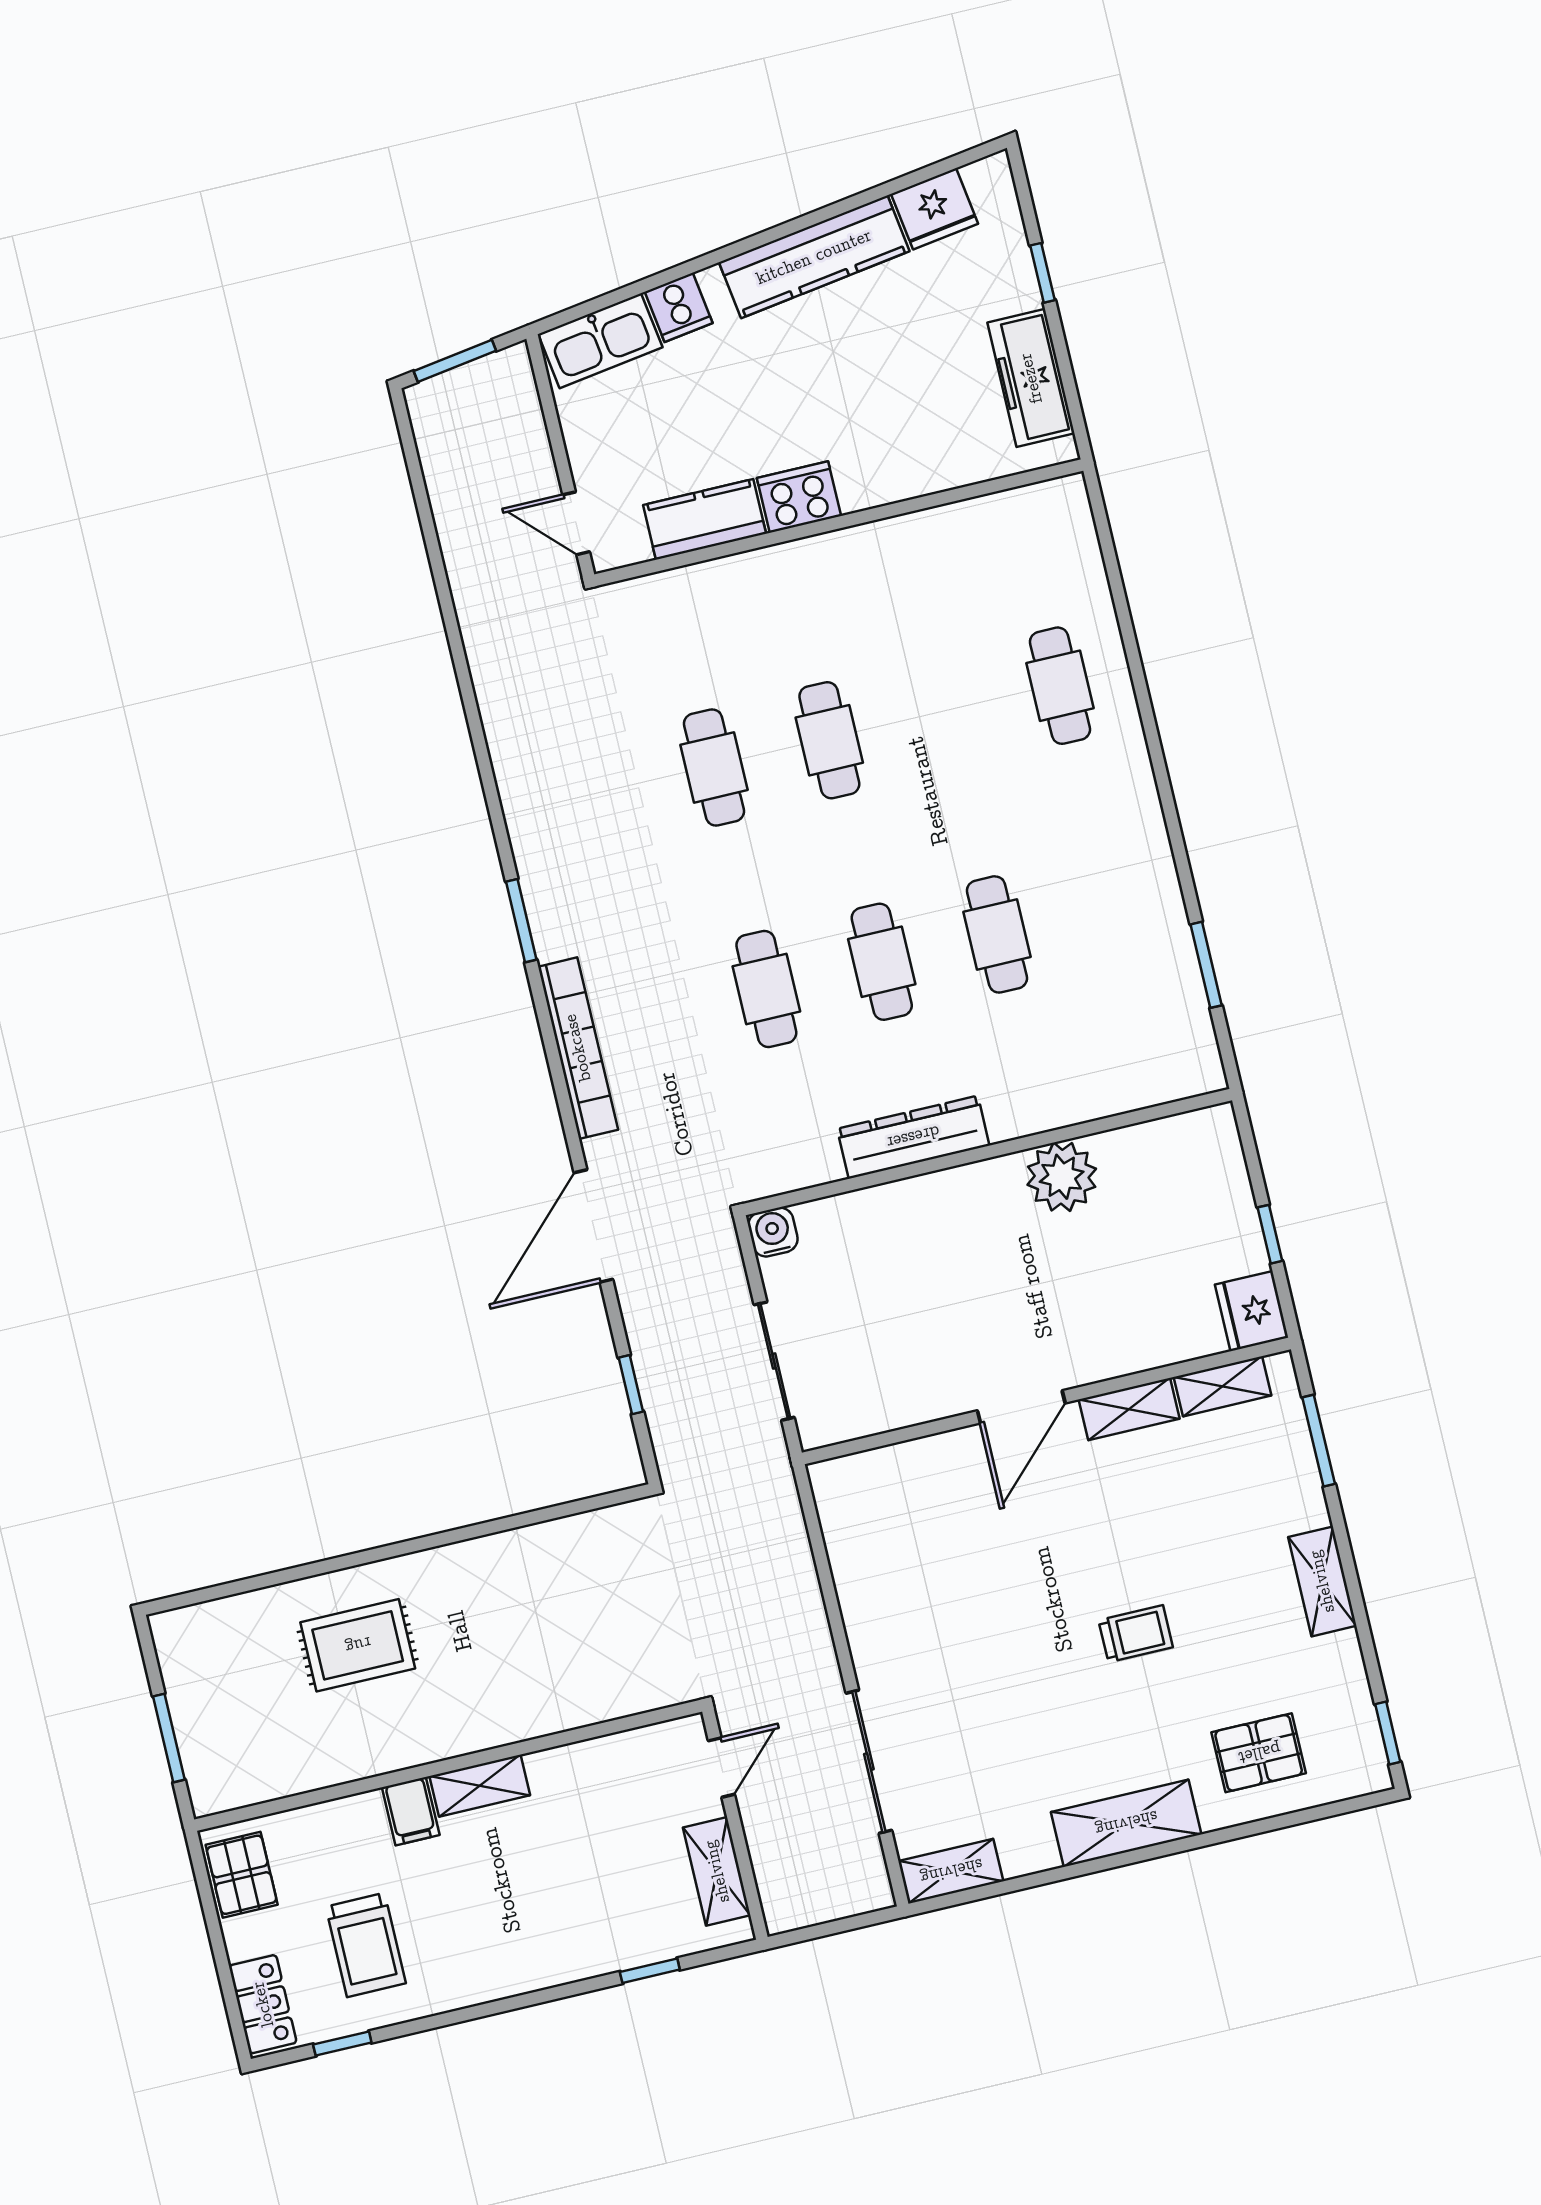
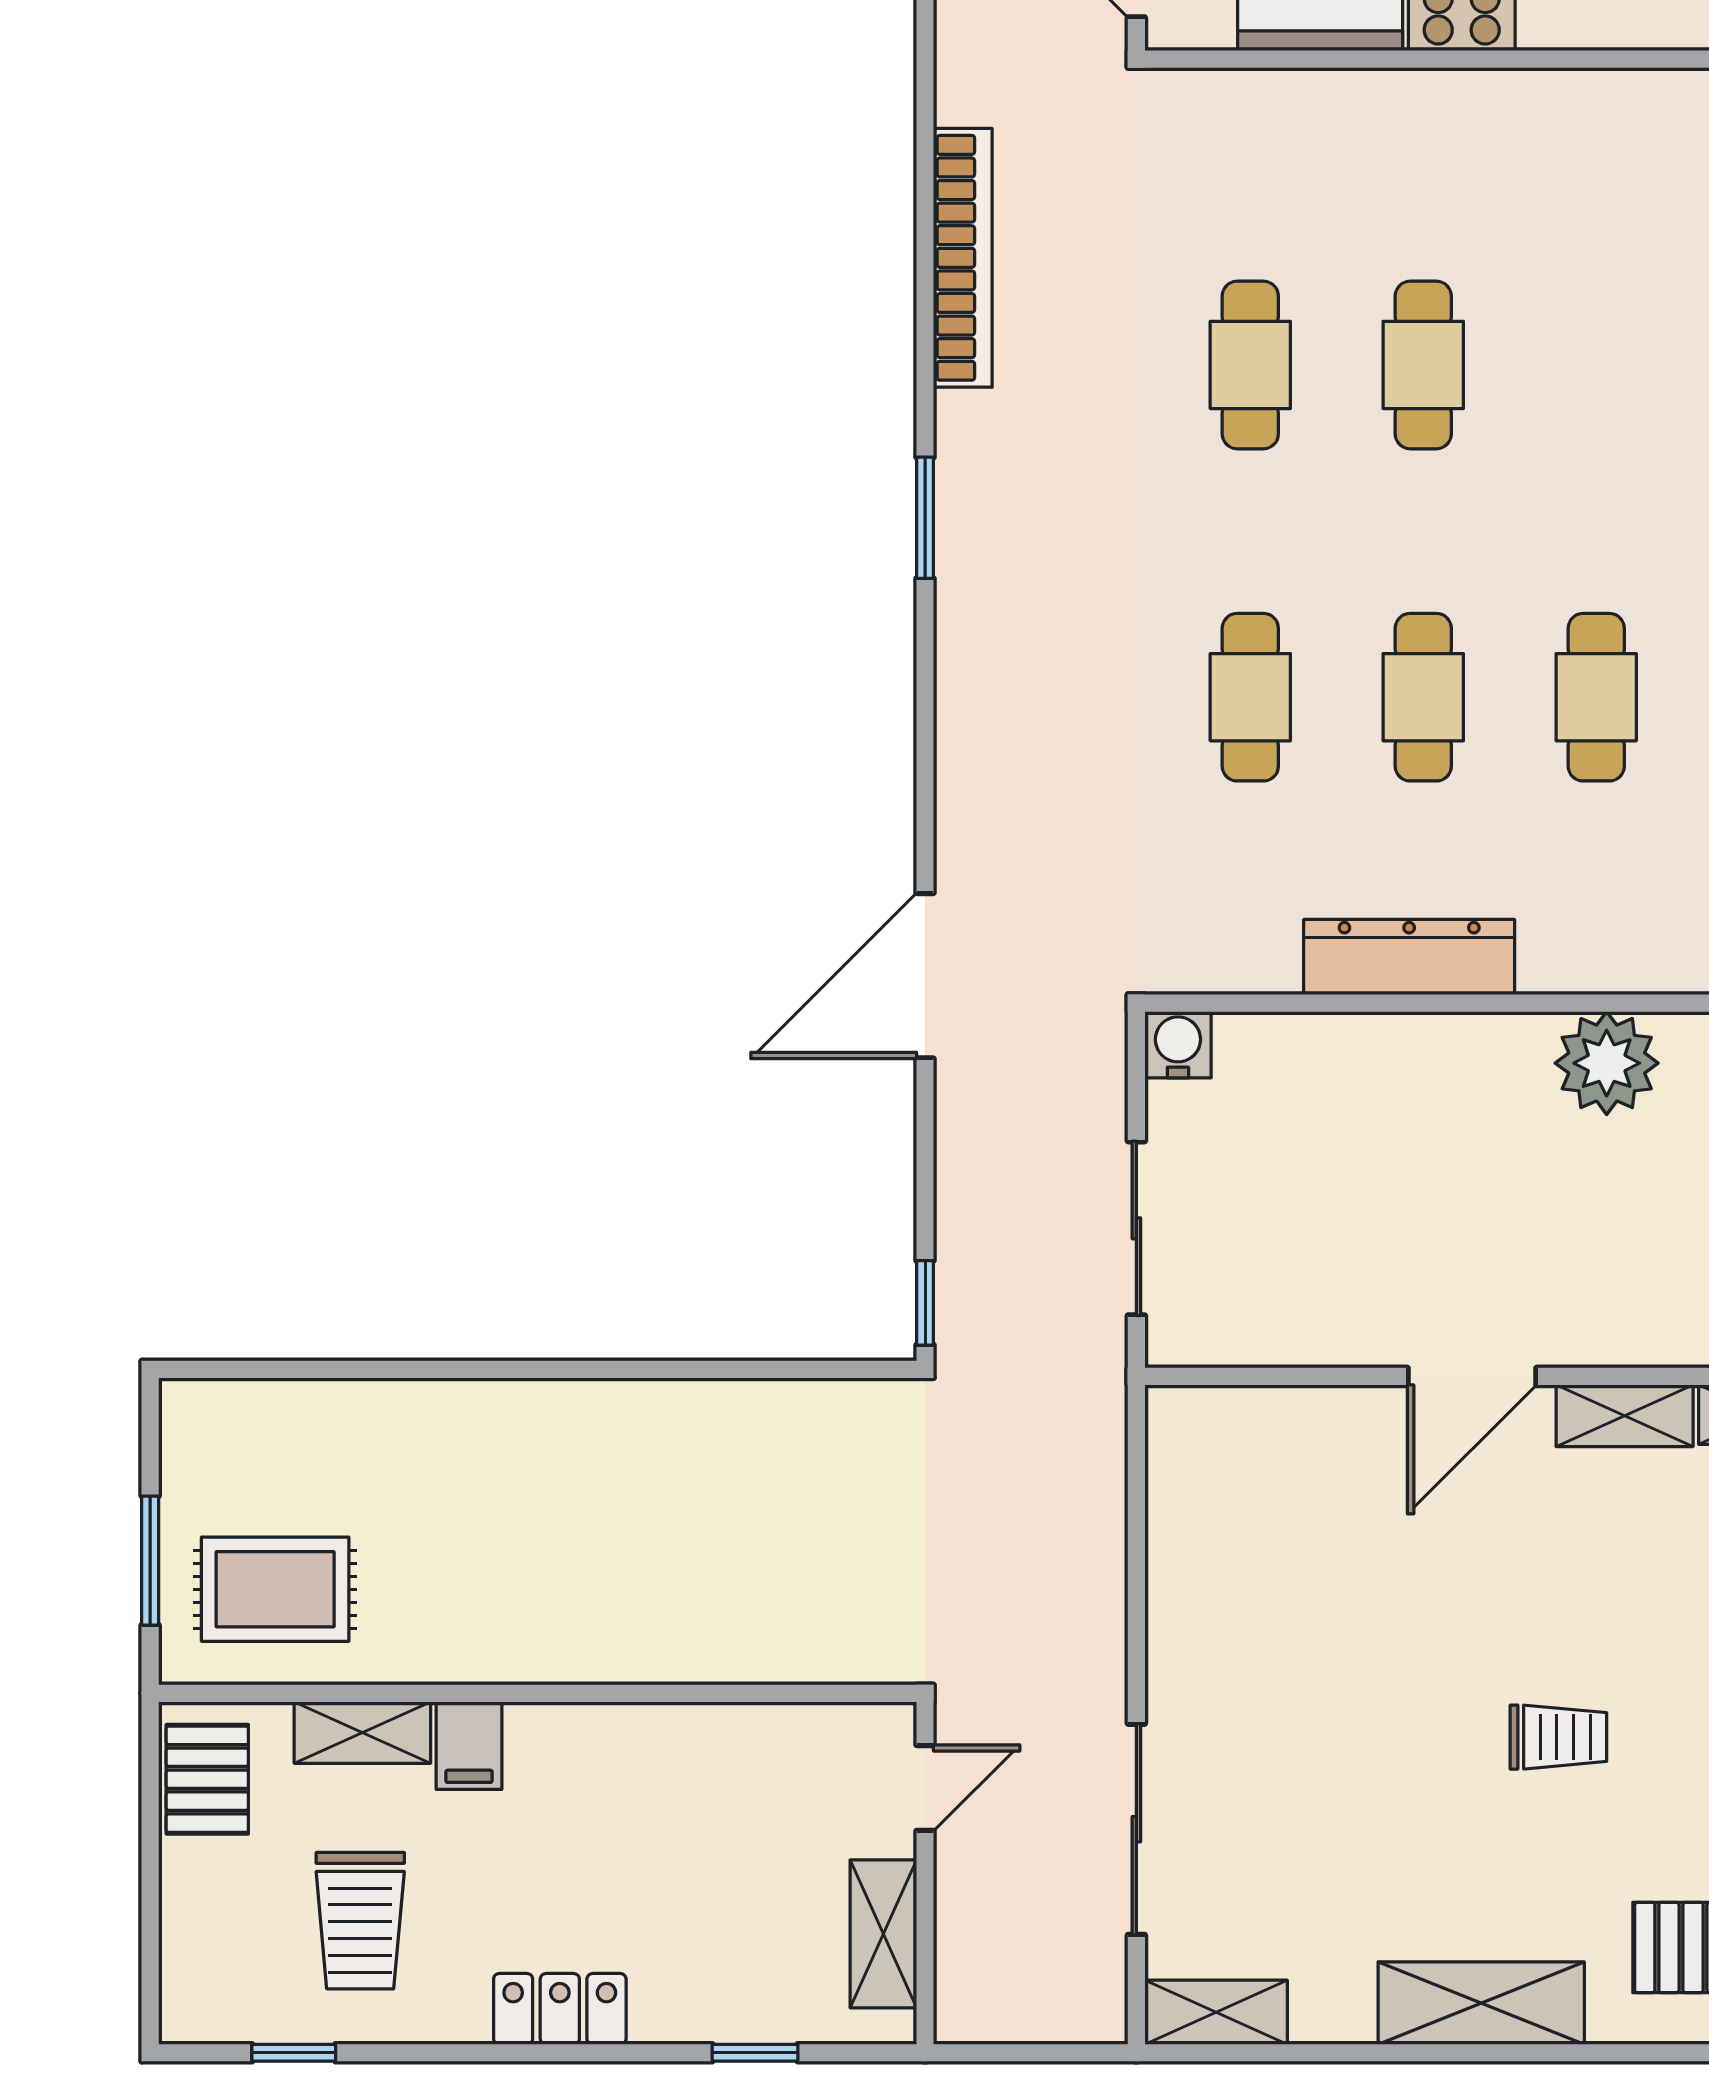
bookcase: (578, 1048) -> (963, 258), moved
window: (631, 1385) -> (925, 1303), moved
rug: (358, 1645) -> (275, 1589), moved
shelving: (480, 1786) -> (362, 1733), moved
locker: (263, 2004) -> (560, 2009), moved, turned -90

